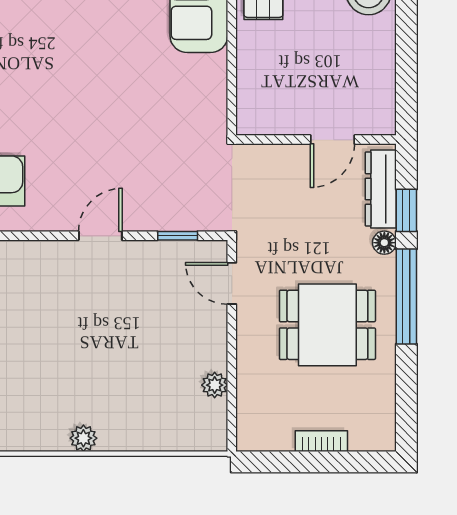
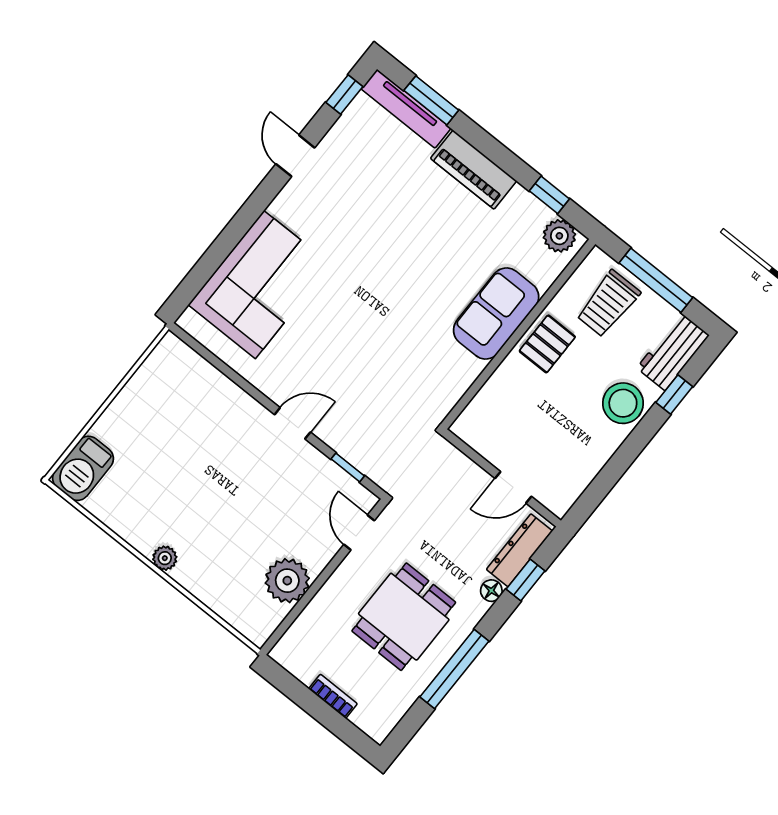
window: (406, 296) -> (454, 669), moved
dining table: (327, 325) -> (404, 617), turned 90
plant: (215, 385) -> (287, 581), width x1.88, depth x1.88

